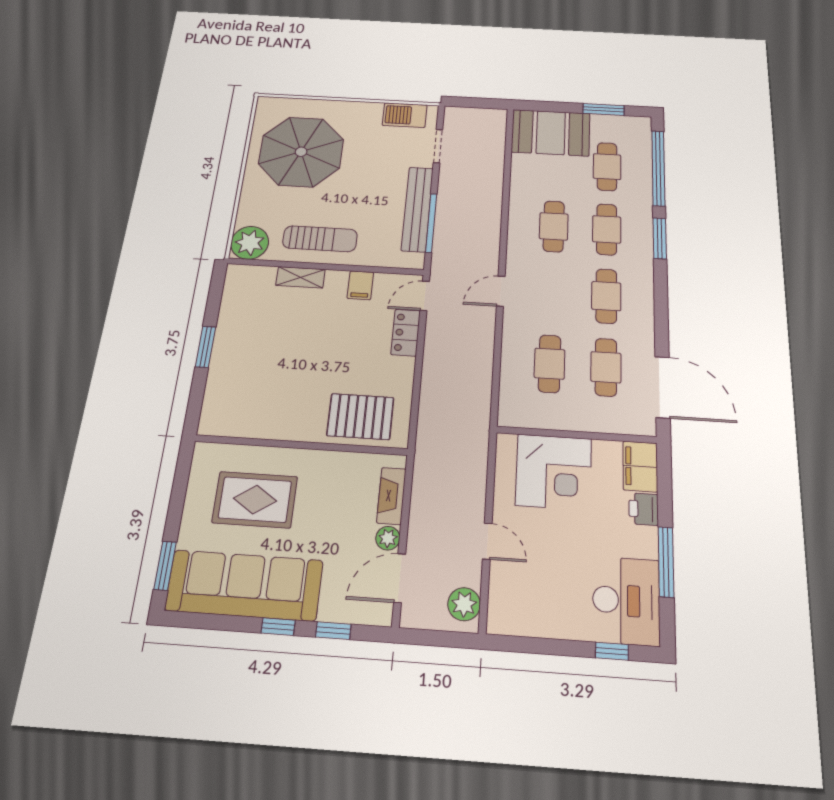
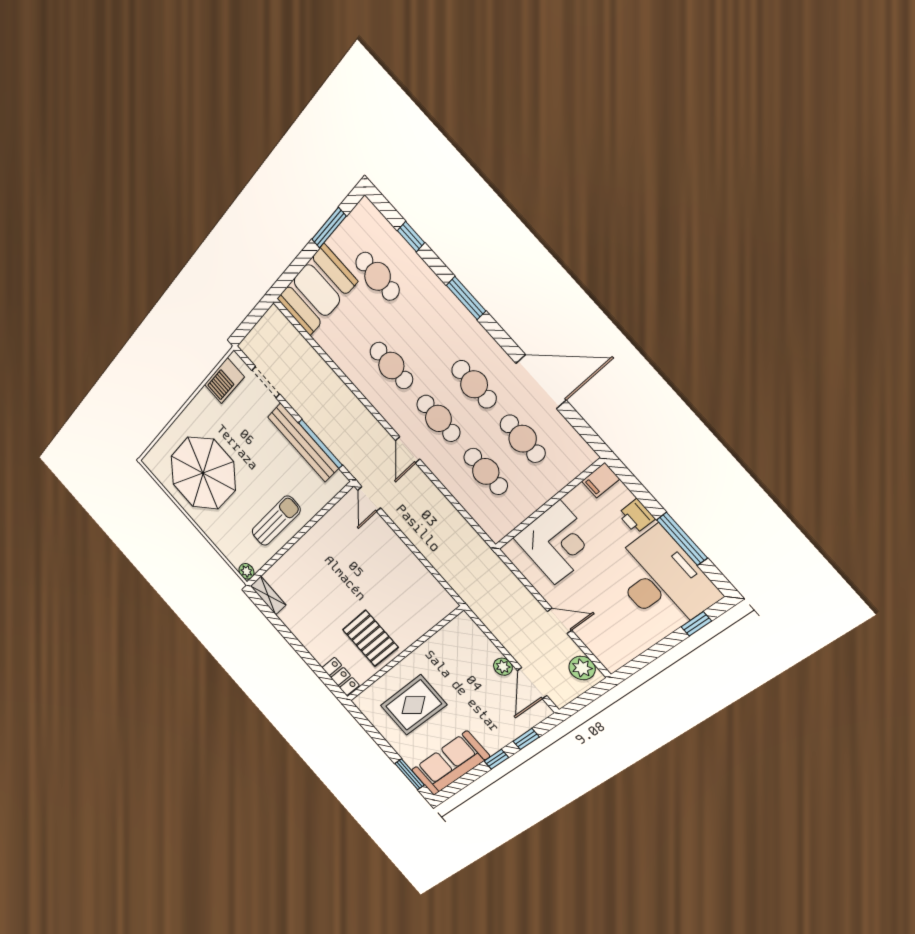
window: (658, 168) -> (411, 237), width x0.32
cafe table: (607, 229) -> (438, 418), moved
plant: (250, 243) -> (246, 571), width x0.53, depth x0.53
shelving: (300, 277) -> (268, 595), moved, turned 90
filing cabinet: (360, 285) -> (329, 529), removed
locker: (406, 333) -> (341, 677), moved, turned 180
window: (206, 347) -> (296, 645), removed
door: (663, 387) -> (541, 382), moved
pallet: (360, 417) -> (370, 638), moved, turned 90
filing cabinet: (640, 466) -> (601, 480), width x0.50
fireplace: (391, 496) -> (480, 641), removed
sofa: (244, 585) -> (450, 763), width x0.74, depth x0.79
desk: (626, 601) -> (662, 581), width x1.36, depth x1.30

